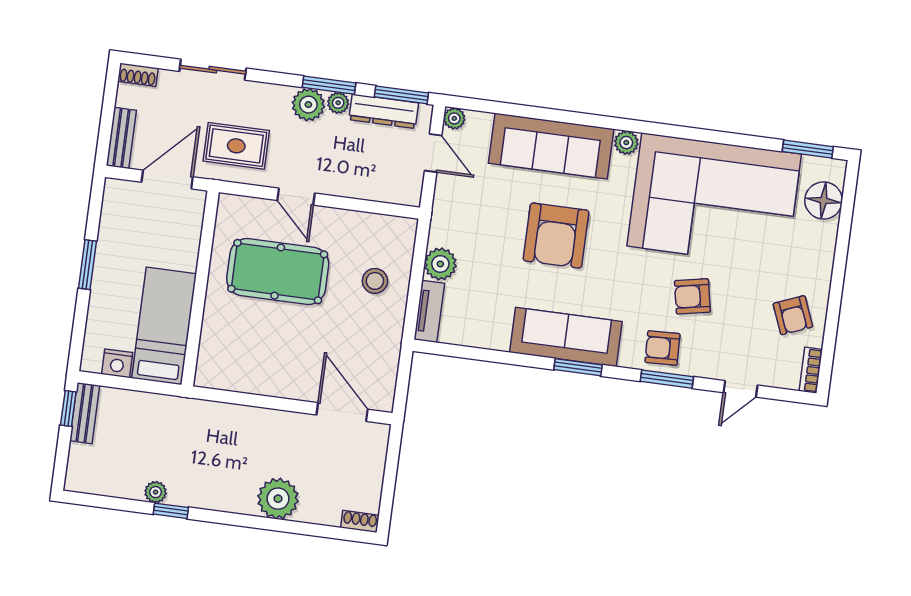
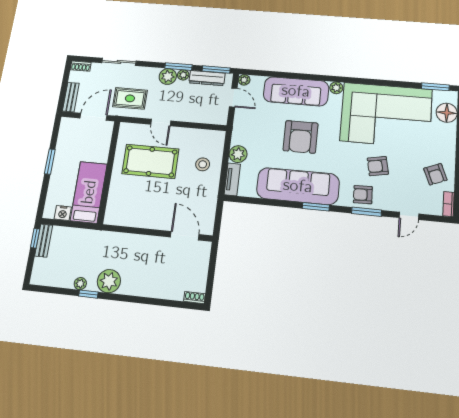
sofa: (566, 337) -> (298, 186), width x1.36, depth x1.27
plant: (278, 499) -> (109, 281), moved

